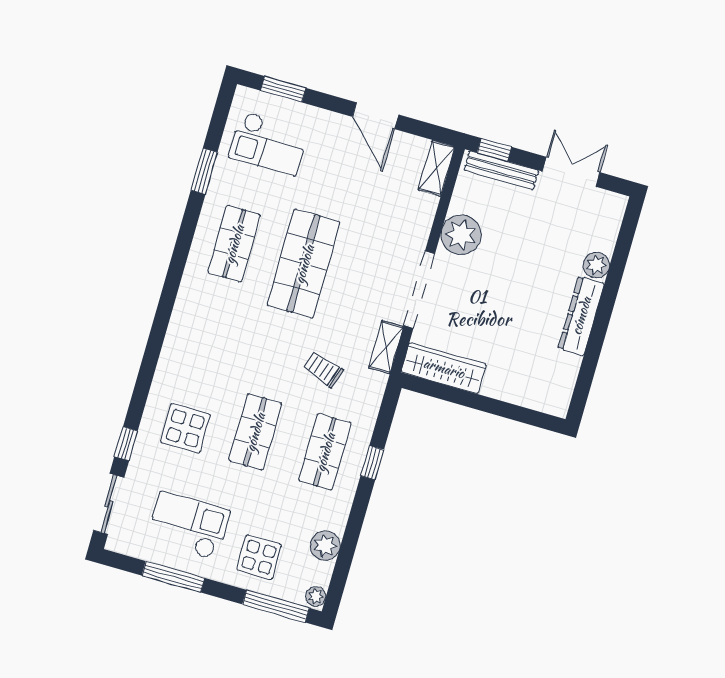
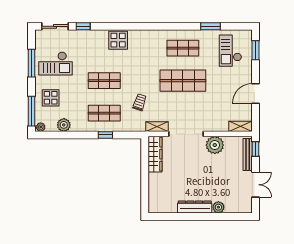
display table: (185, 428) -> (118, 40), moved
checkout: (189, 526) -> (56, 63), turned 90

